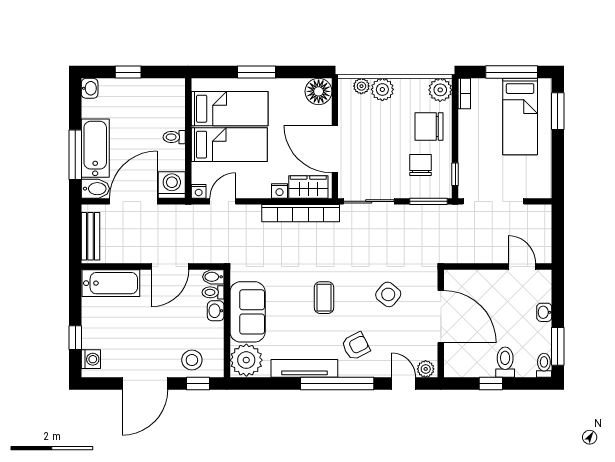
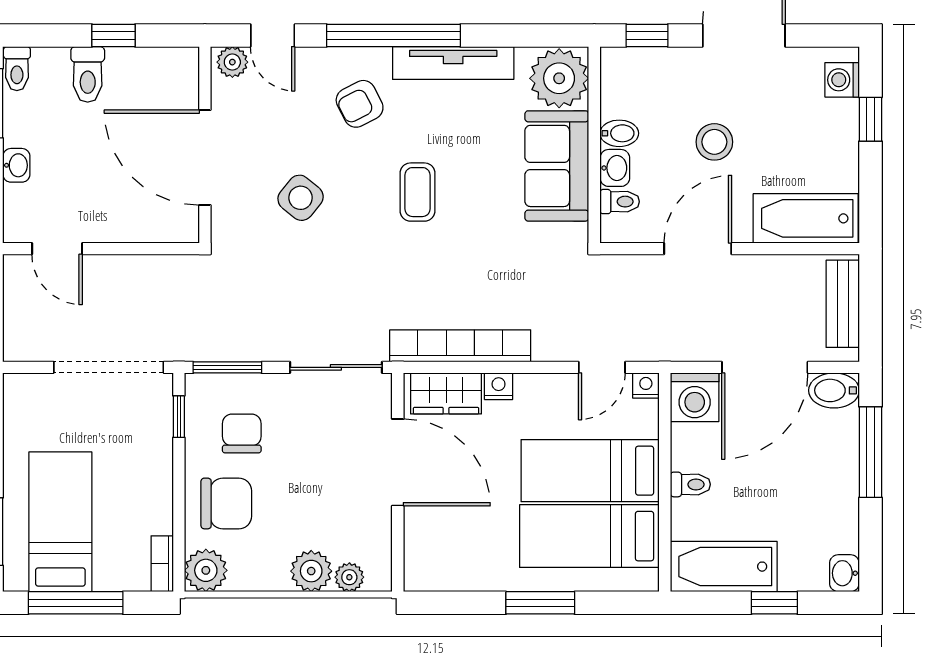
floor lamp: (319, 91) -> (427, 567), removed
bathtub: (95, 148) -> (724, 567), moved, turned 90
chair: (421, 165) -> (242, 433), turned 180
bidet: (213, 277) -> (619, 133), moved
stool: (192, 360) -> (714, 142), moved

